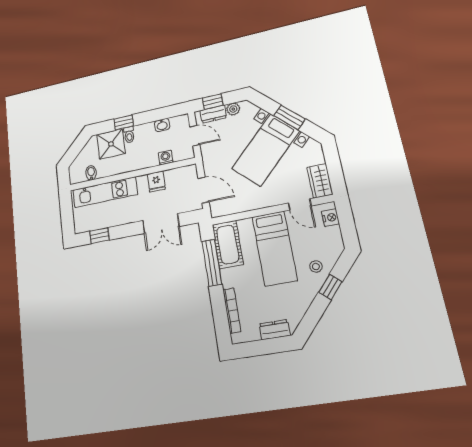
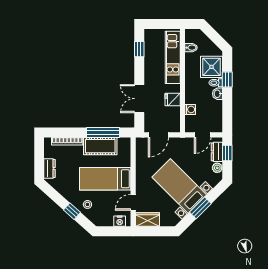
washbasin: (162, 125) -> (218, 94), moved
cot: (228, 244) -> (100, 146), moved

